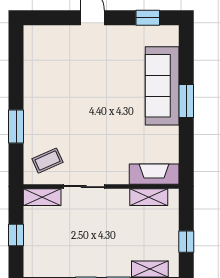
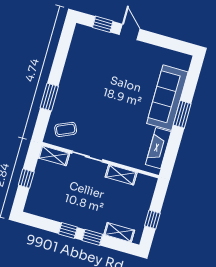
window: (148, 18) -> (103, 24), moved
fireplace: (154, 174) -> (158, 148), moved, turned -90
shelving: (149, 197) -> (121, 175), moved

